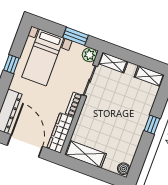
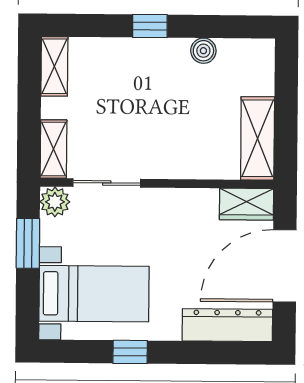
bookcase: (74, 104) -> (166, 198), removed
wardrobe: (60, 133) -> (247, 204), width x0.67
boiler: (124, 169) -> (203, 51), moved

